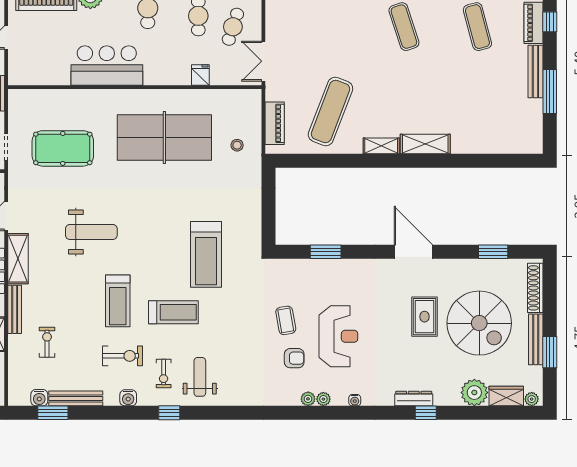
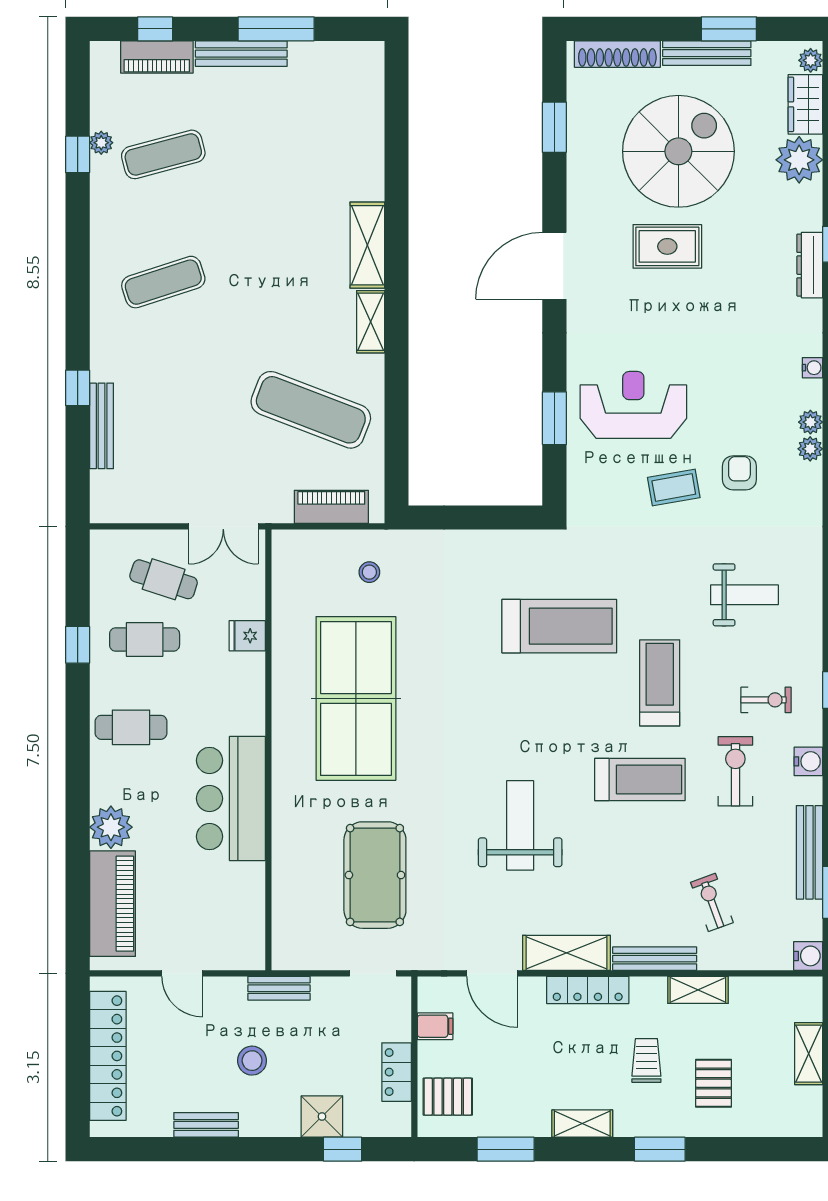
reception desk: (338, 336) -> (633, 405), moved
exercise bike: (47, 342) -> (712, 902), turned 70
weight bench: (200, 377) -> (744, 595), moved, turned 180
water cooler: (39, 398) -> (808, 956), moved

